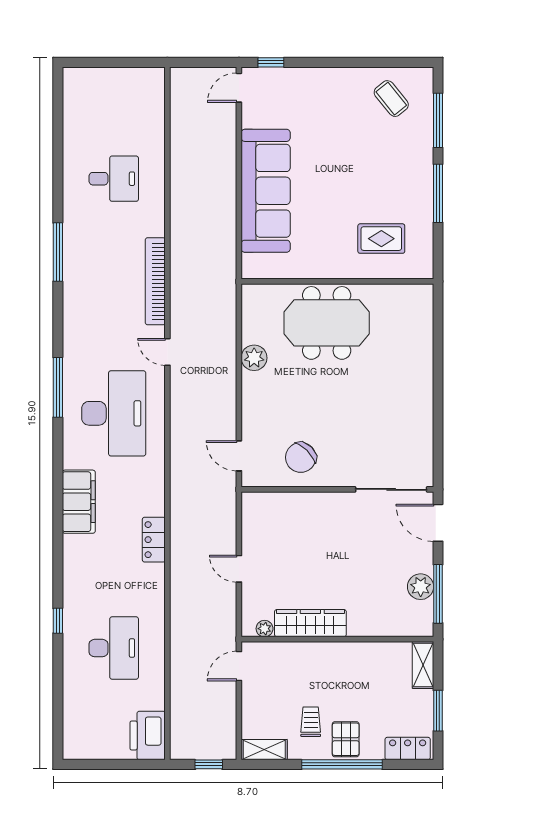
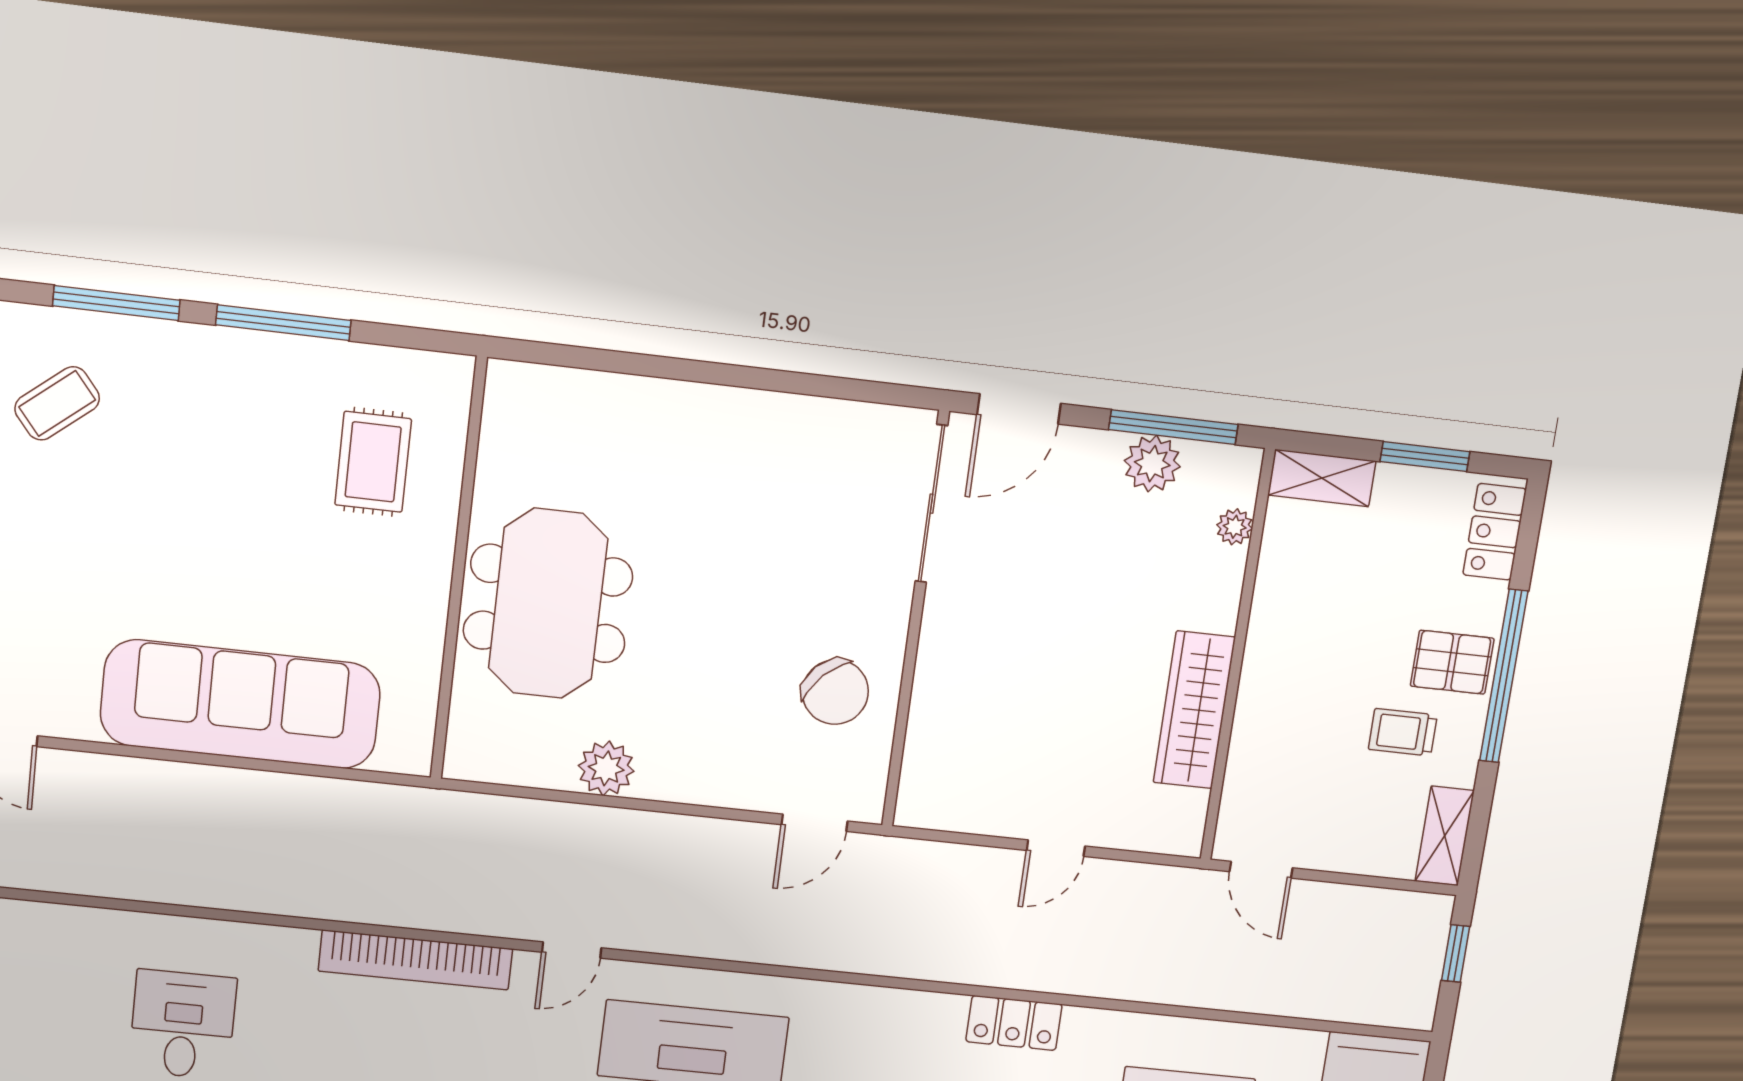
locker: (154, 540) -> (1014, 1023), moved
plant: (265, 629) -> (1235, 527), moved

